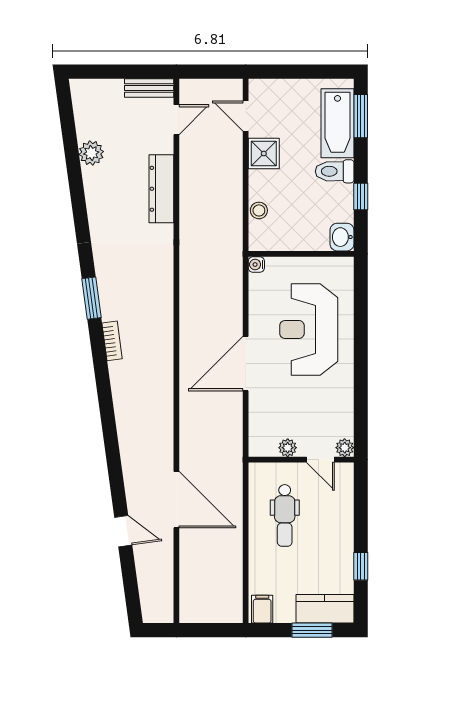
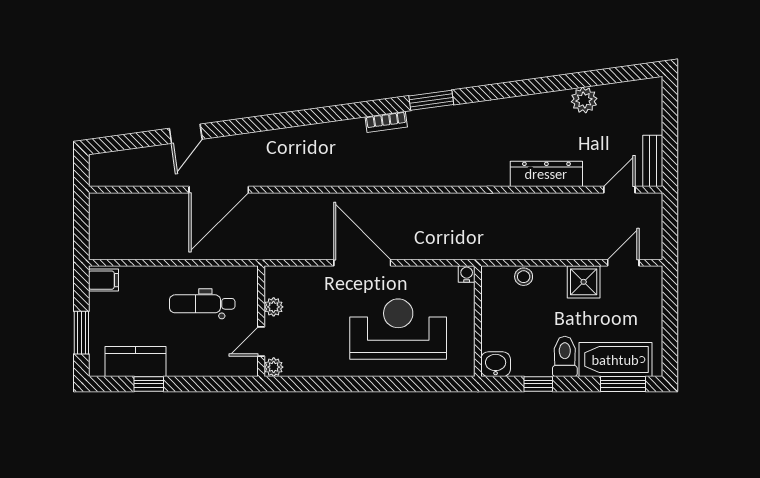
door: (176, 120) -> (619, 190), swing flipped
kitchen counter: (325, 609) -> (135, 361), moved, turned -90

